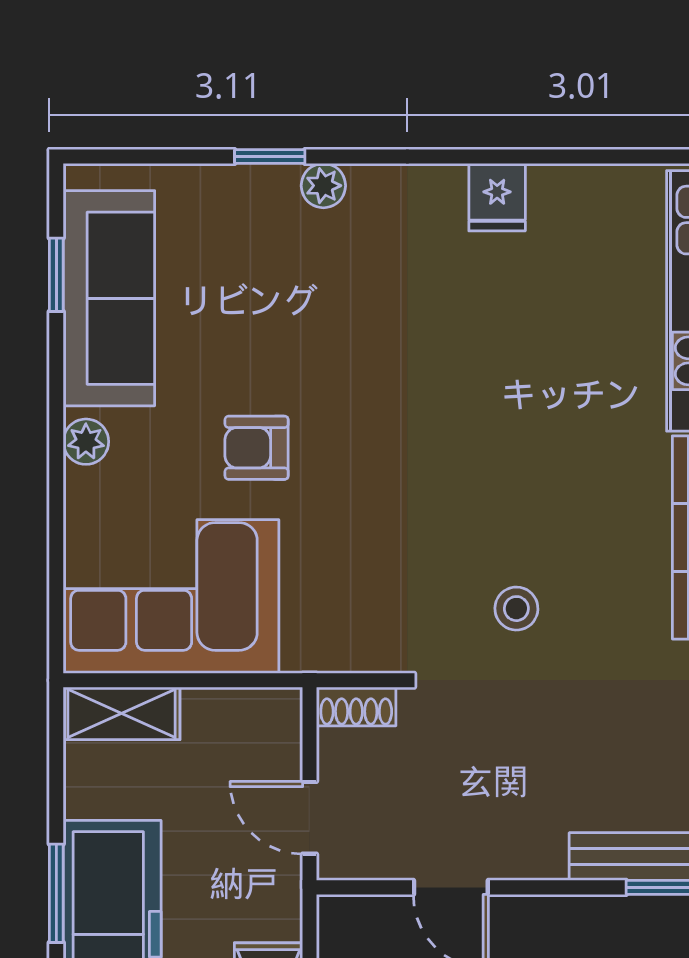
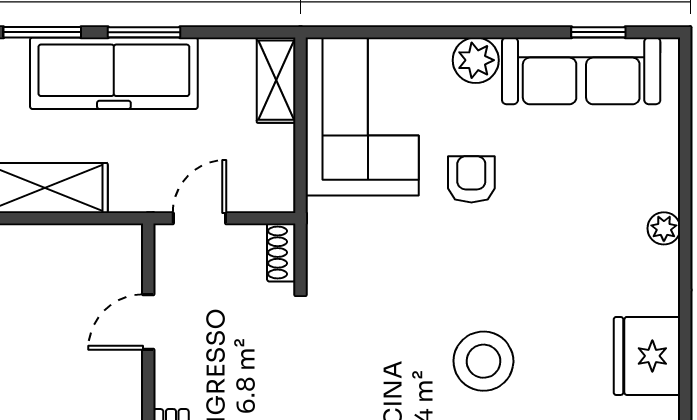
window: (270, 157) -> (685, 189), removed
fridge: (497, 197) -> (647, 356), width x1.88, depth x1.34
plant: (86, 442) -> (476, 60), width x1.38, depth x1.38
stool: (516, 609) -> (483, 361), moved, width x1.89, depth x1.89

